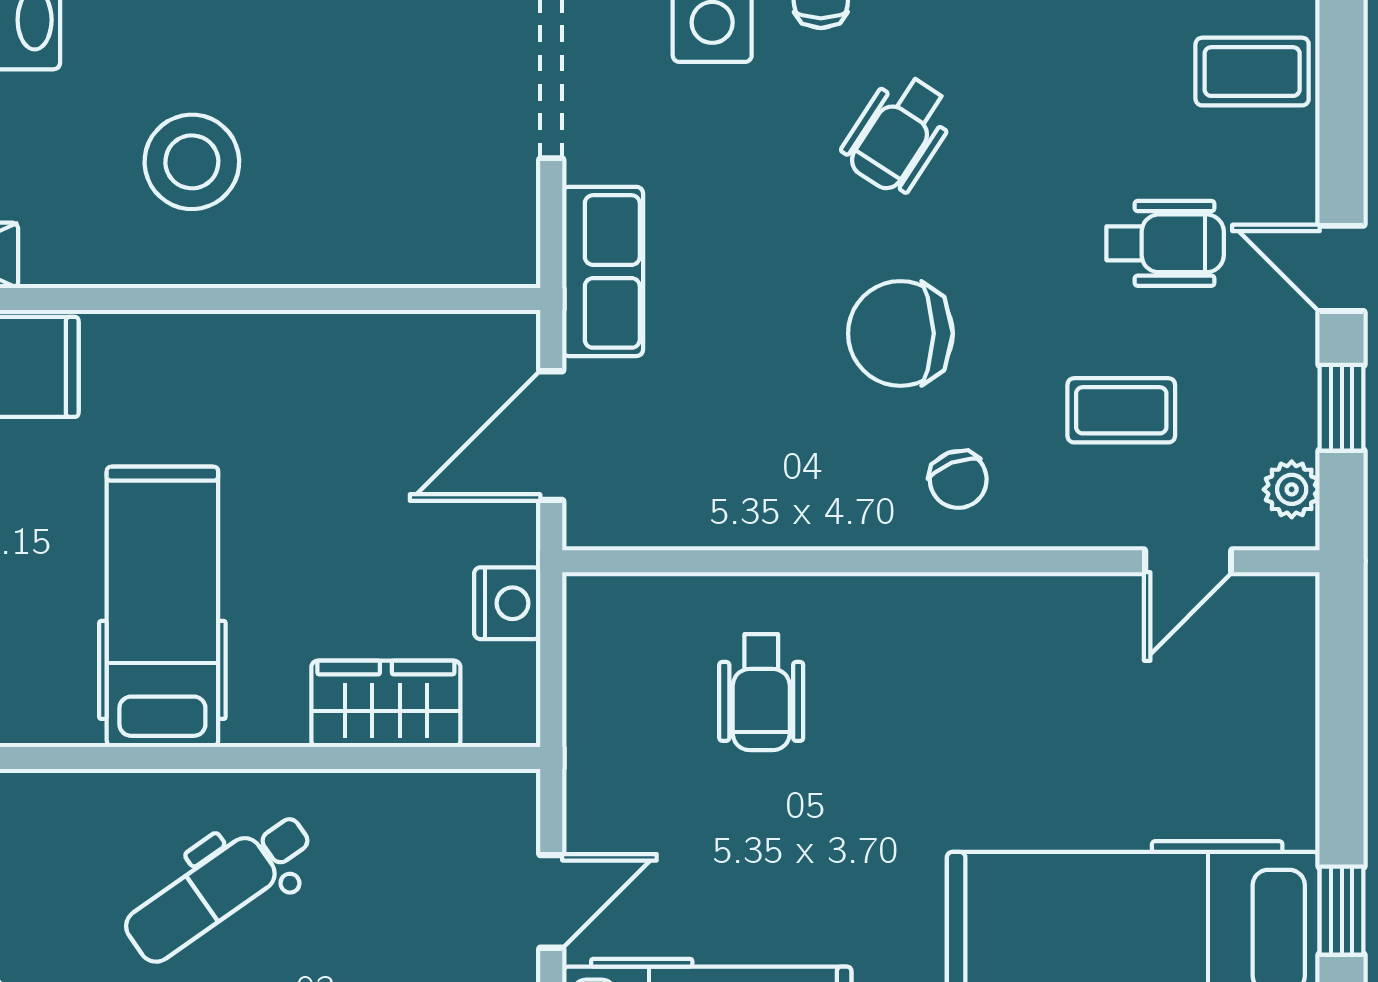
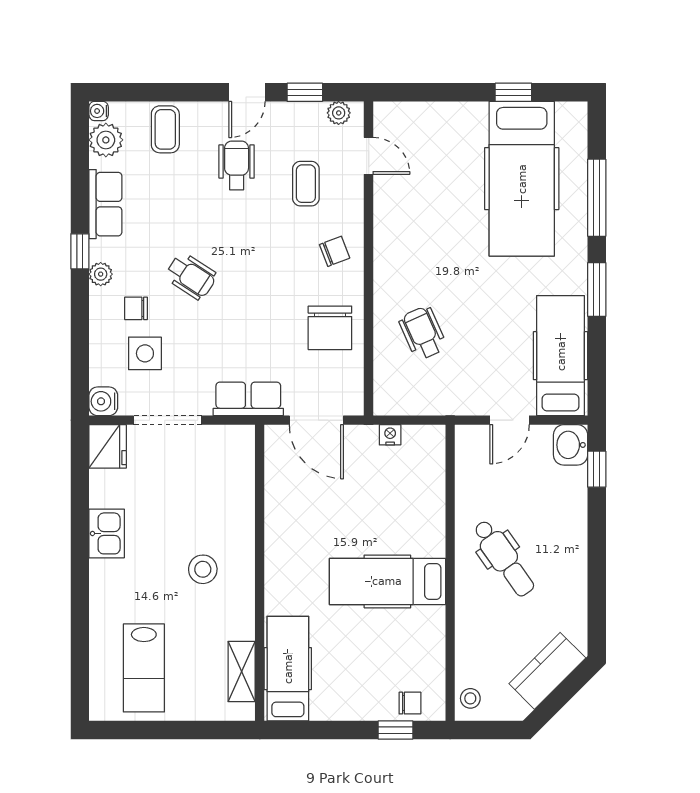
stool: (192, 162) -> (203, 569), width x0.73, depth x0.73
chair: (900, 333) -> (330, 328), moved
nightstand: (507, 603) -> (390, 435), width x0.72, depth x0.74
wheelchair: (761, 692) -> (423, 333), turned -114
wardrobe: (386, 704) -> (428, 489), removed
door: (551, 901) -> (510, 420), swing flipped

